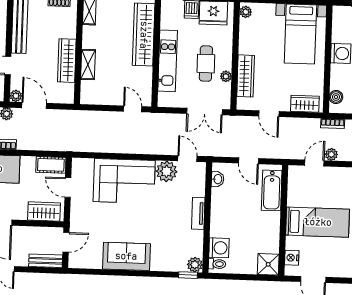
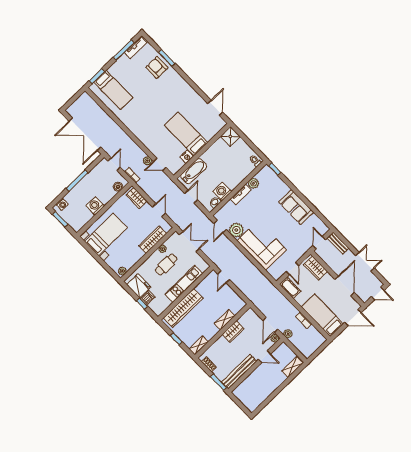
wardrobe: (67, 61) -> (233, 331), width x0.67
door: (66, 242) -> (319, 243), hinge flipped
washing machine: (219, 248) -> (222, 192), moved
nightstand: (292, 258) -> (187, 157), moved
plant: (195, 265) -> (253, 183), moved

